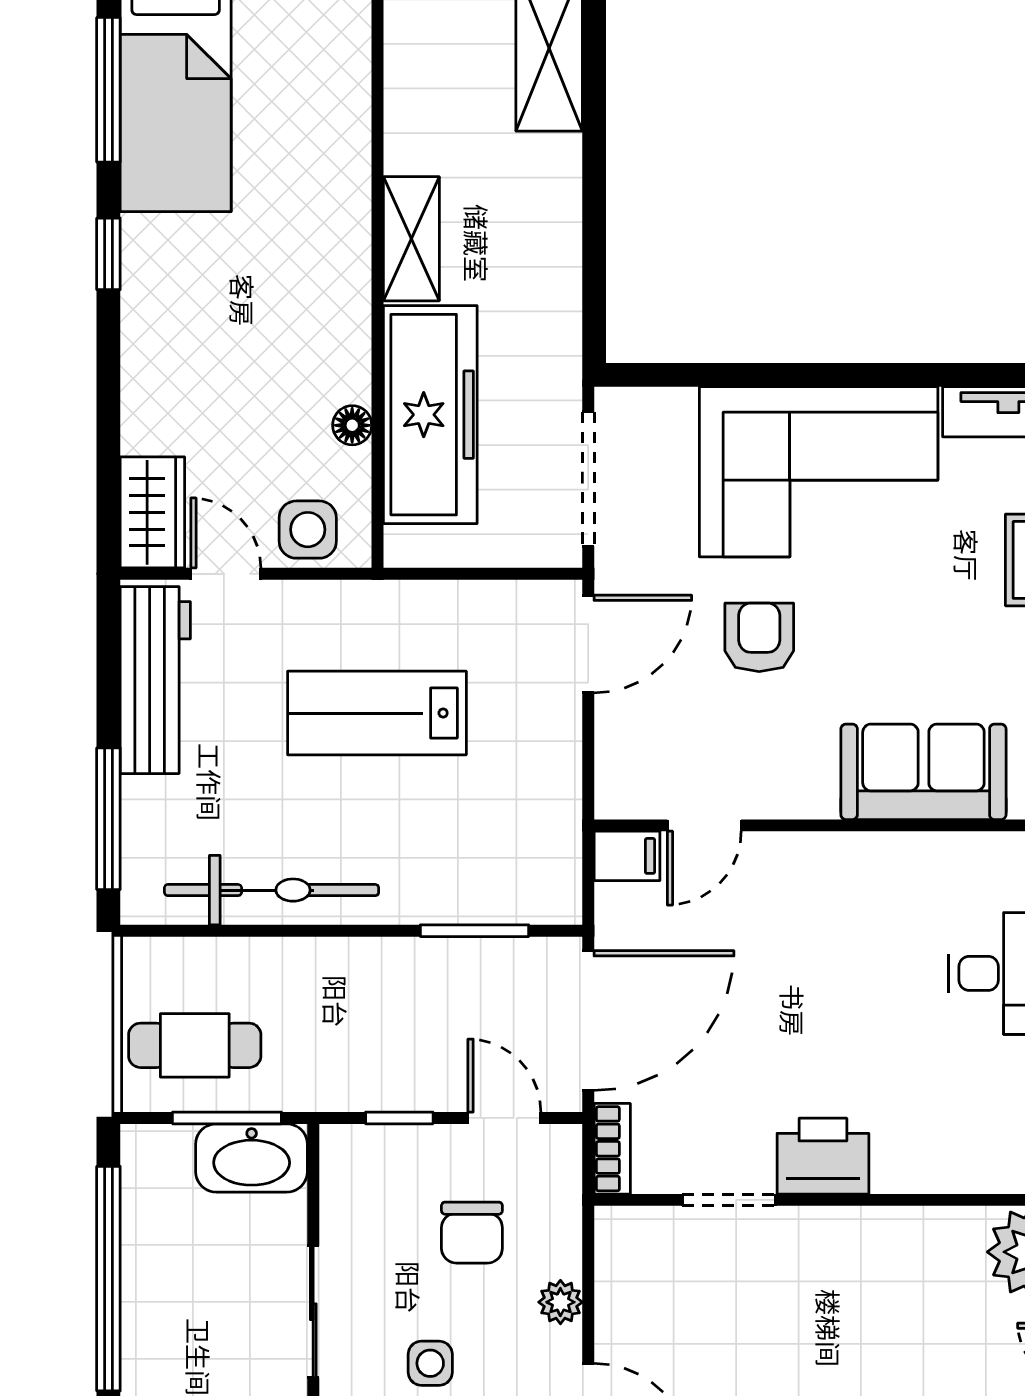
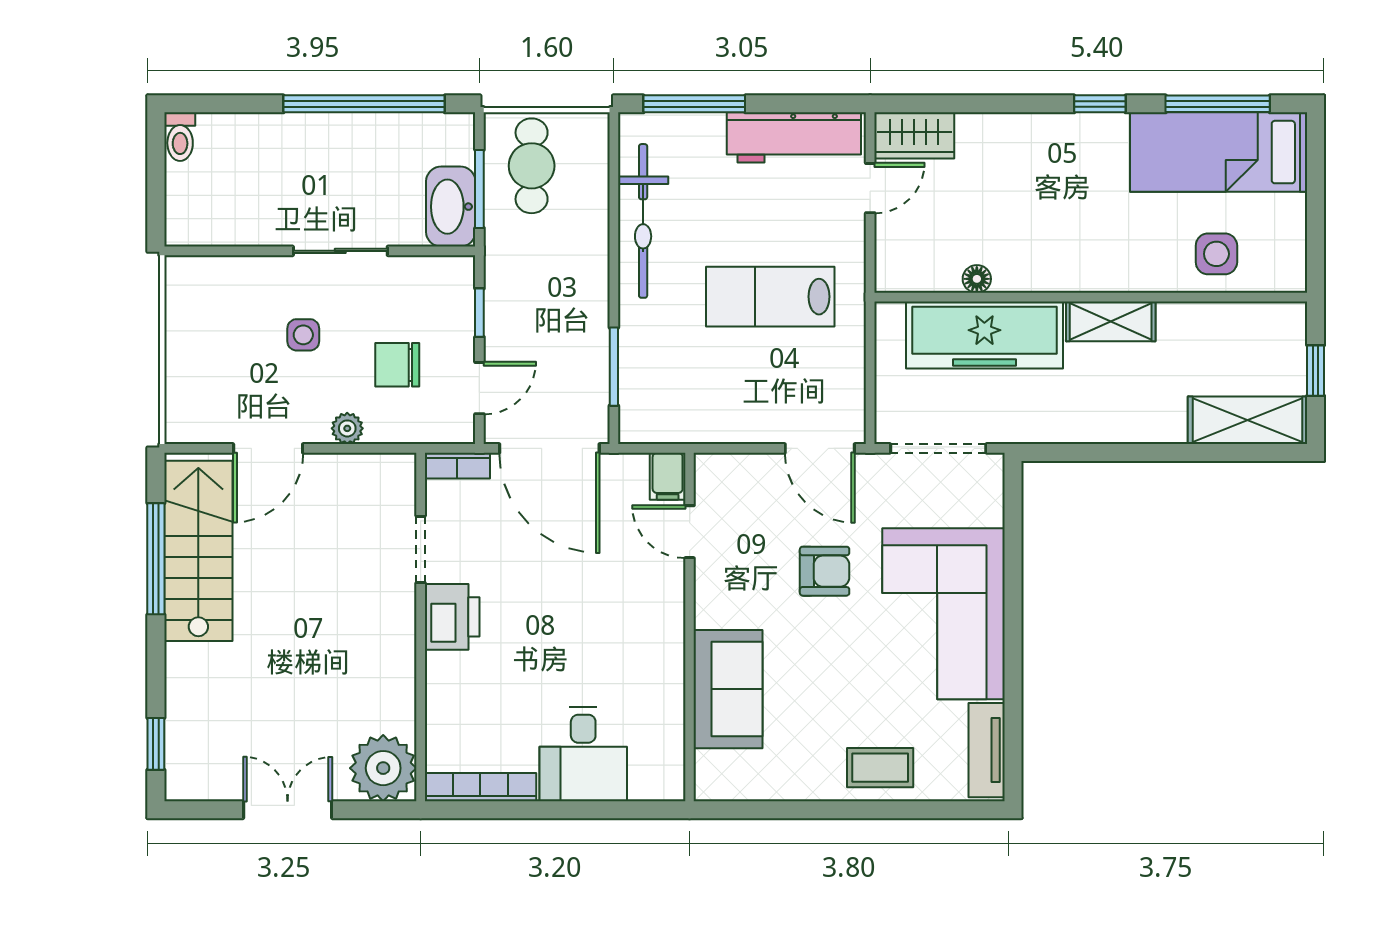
side table: (308, 530) -> (1216, 254), moved
lab bench: (377, 713) -> (770, 297), turned -90

